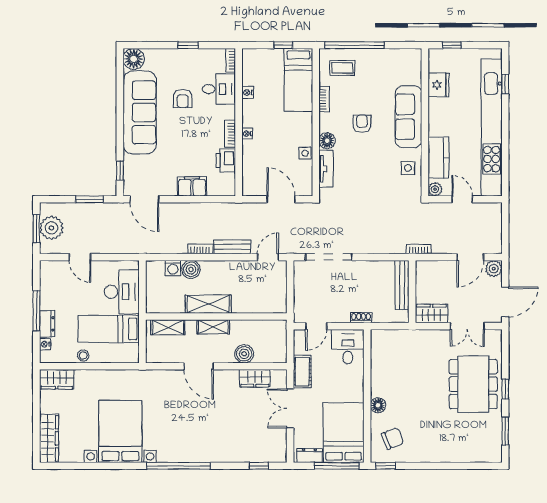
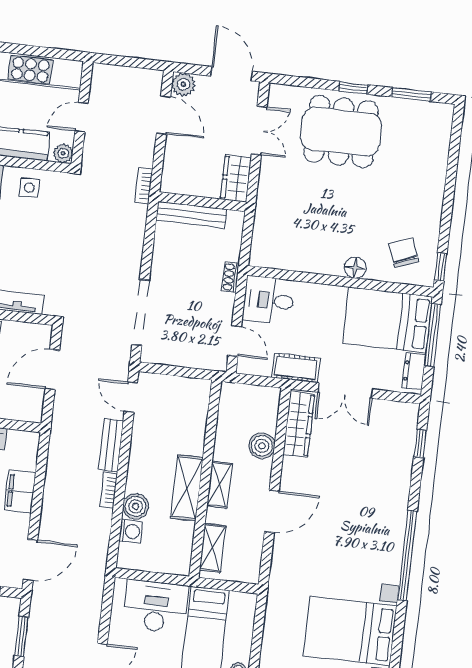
wardrobe: (255, 378) -> (299, 424), width x1.50

